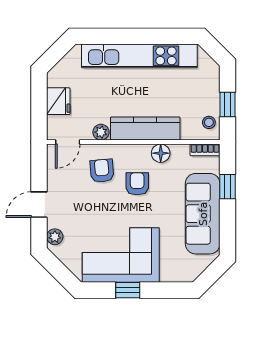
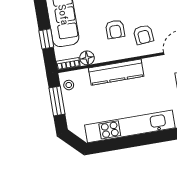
window: (228, 105) -> (57, 101), width x1.50
plant: (101, 132) -> (149, 64), removed
floor lamp: (161, 153) -> (87, 58), moved

